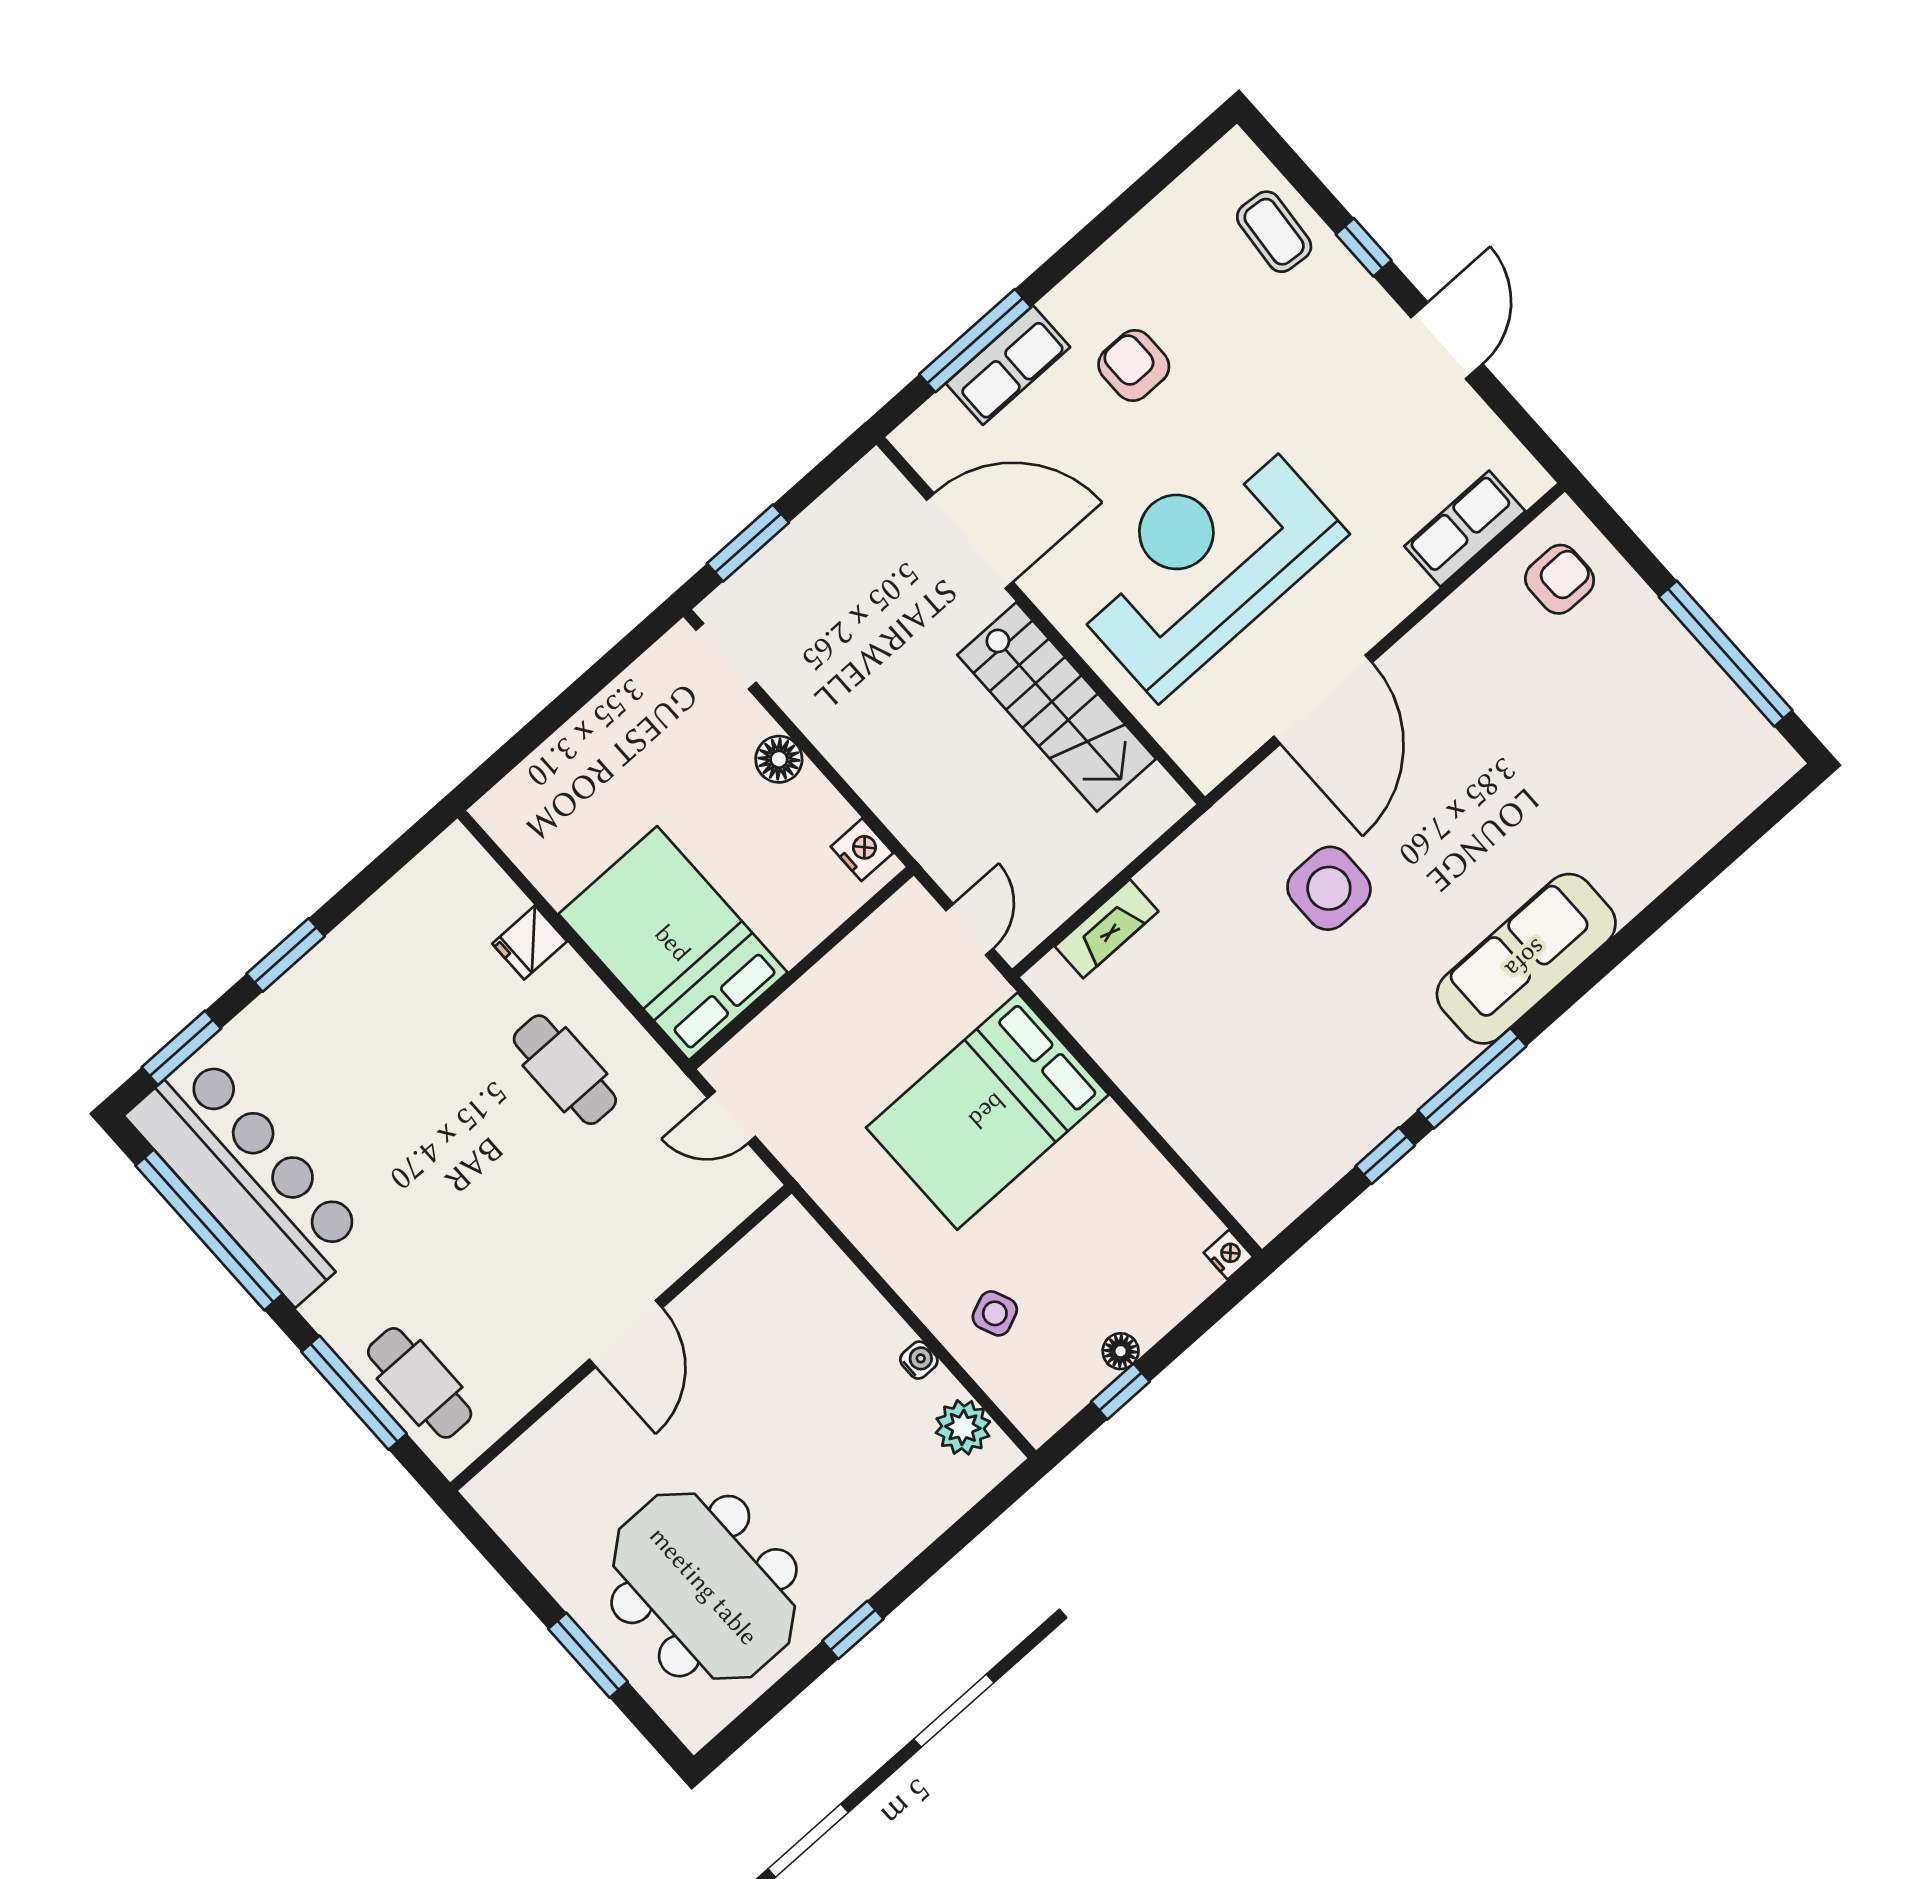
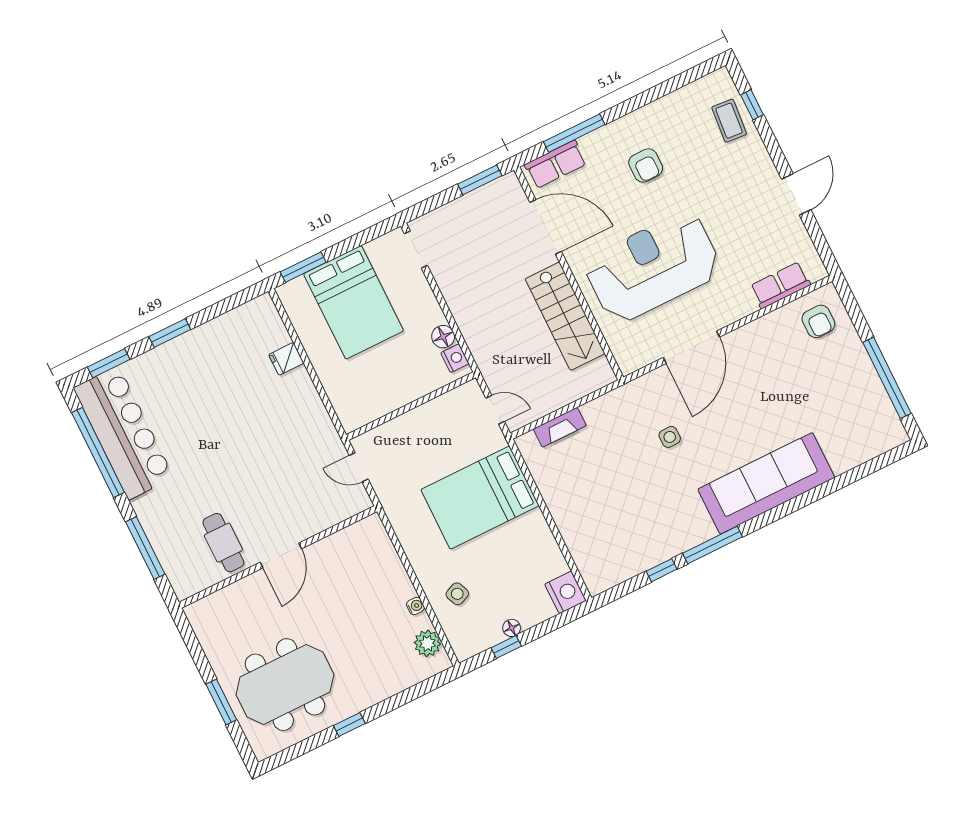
window: (1364, 247) -> (752, 105), moved
row of seats: (1008, 365) -> (556, 164), moved
armchair: (1134, 365) -> (646, 165), turned 180
window: (748, 543) -> (480, 180), moved
armchair: (1560, 579) -> (818, 321), turned 90
window: (513, 752) -> (303, 267), added
floor lamp: (779, 759) -> (443, 337), moved
side table: (1329, 888) -> (670, 437), width x0.54, depth x0.54
door: (969, 929) -> (495, 410), hinge flipped
bed: (673, 943) -> (354, 302), moved, turned 180
sofa: (1526, 959) -> (766, 483), width x1.36, depth x1.27
cafe table: (565, 1070) -> (286, 423), removed
nightstand: (1228, 1255) -> (565, 592), width x1.89, depth x1.79
cafe table: (420, 1383) -> (223, 543), moved
meeting table: (704, 1586) -> (285, 685), turned 90

